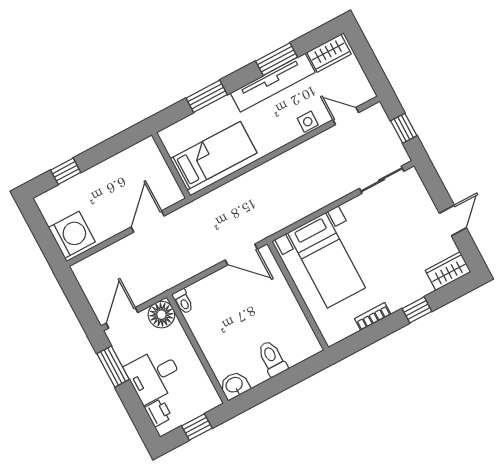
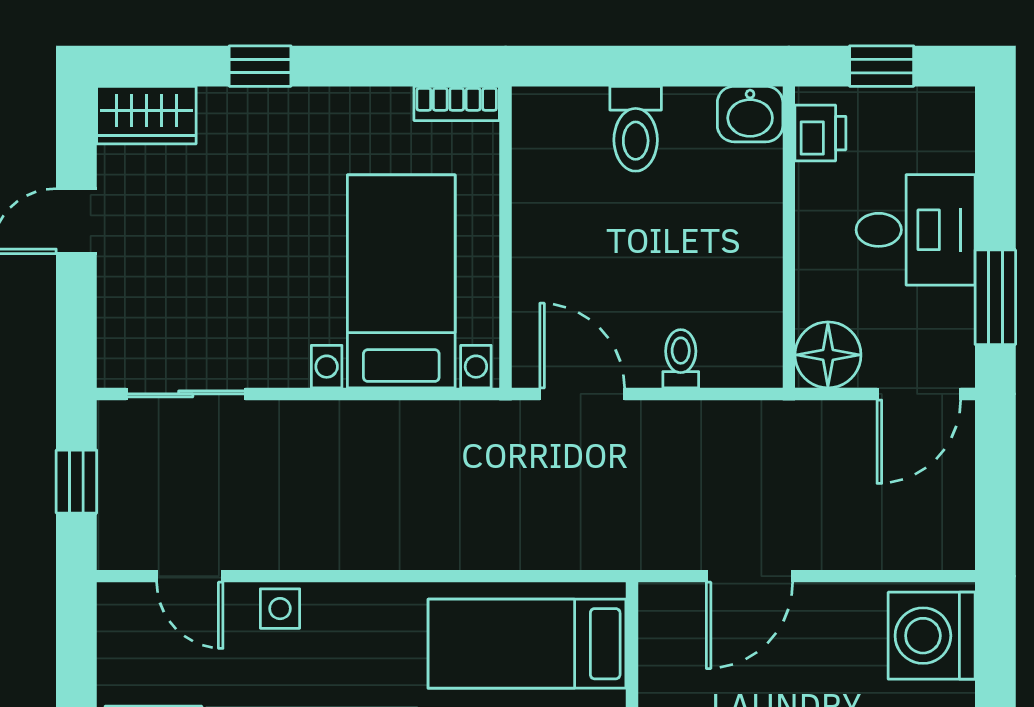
toilet: (183, 301) -> (681, 359), moved
bookcase: (373, 317) -> (457, 103), moved
printer: (158, 413) -> (820, 133), moved, turned 180

